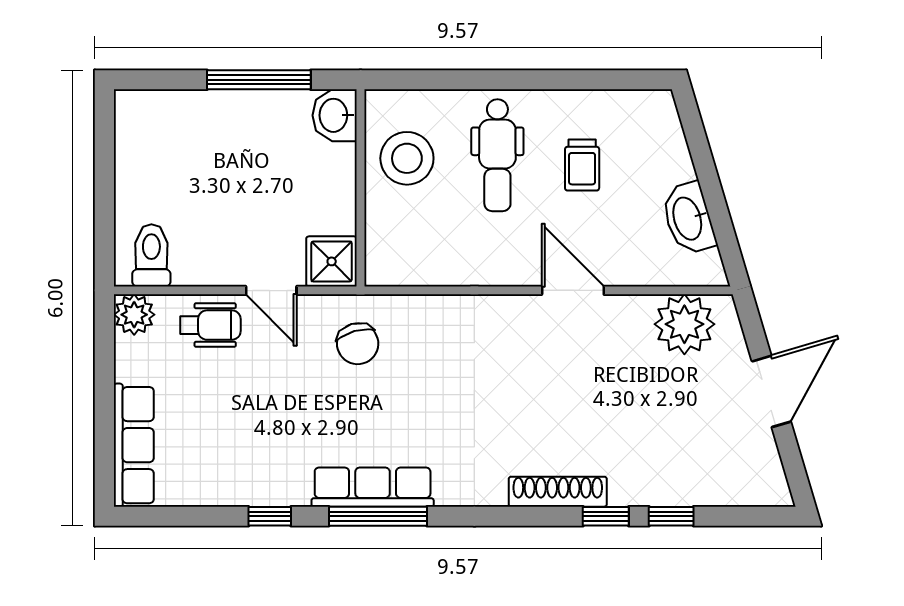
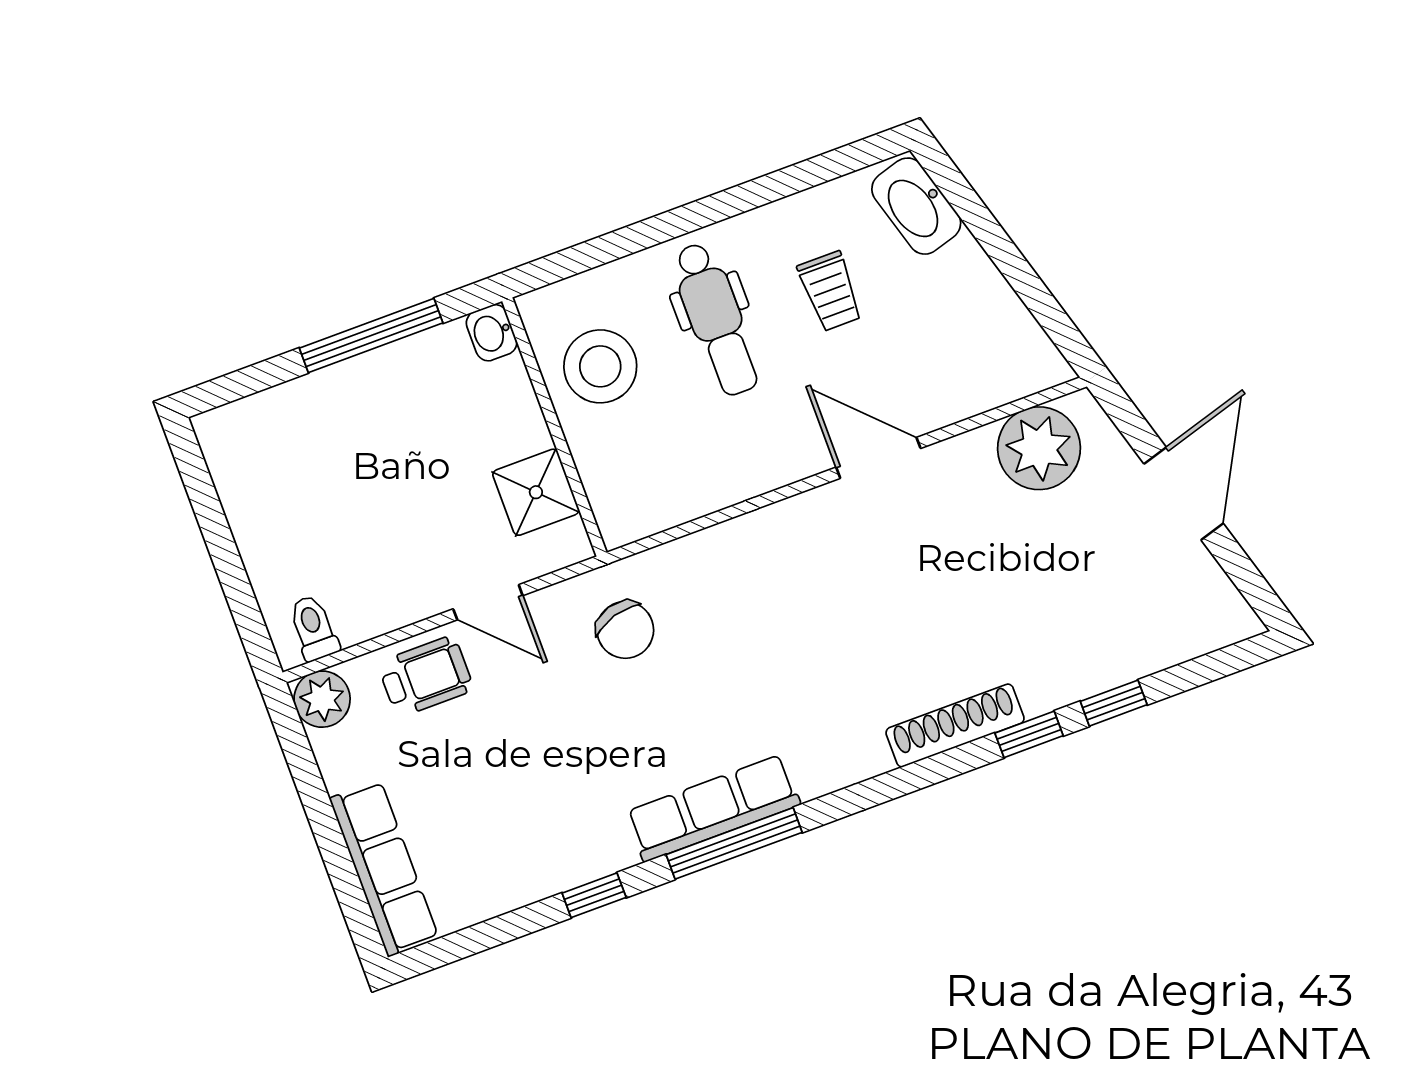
washbasin: (335, 115) -> (492, 333), width x0.72, depth x0.69
washbasin: (688, 218) -> (916, 206), moved
toilet: (151, 255) -> (314, 628), width x0.73, depth x0.72
shower: (332, 261) -> (536, 492), moved

